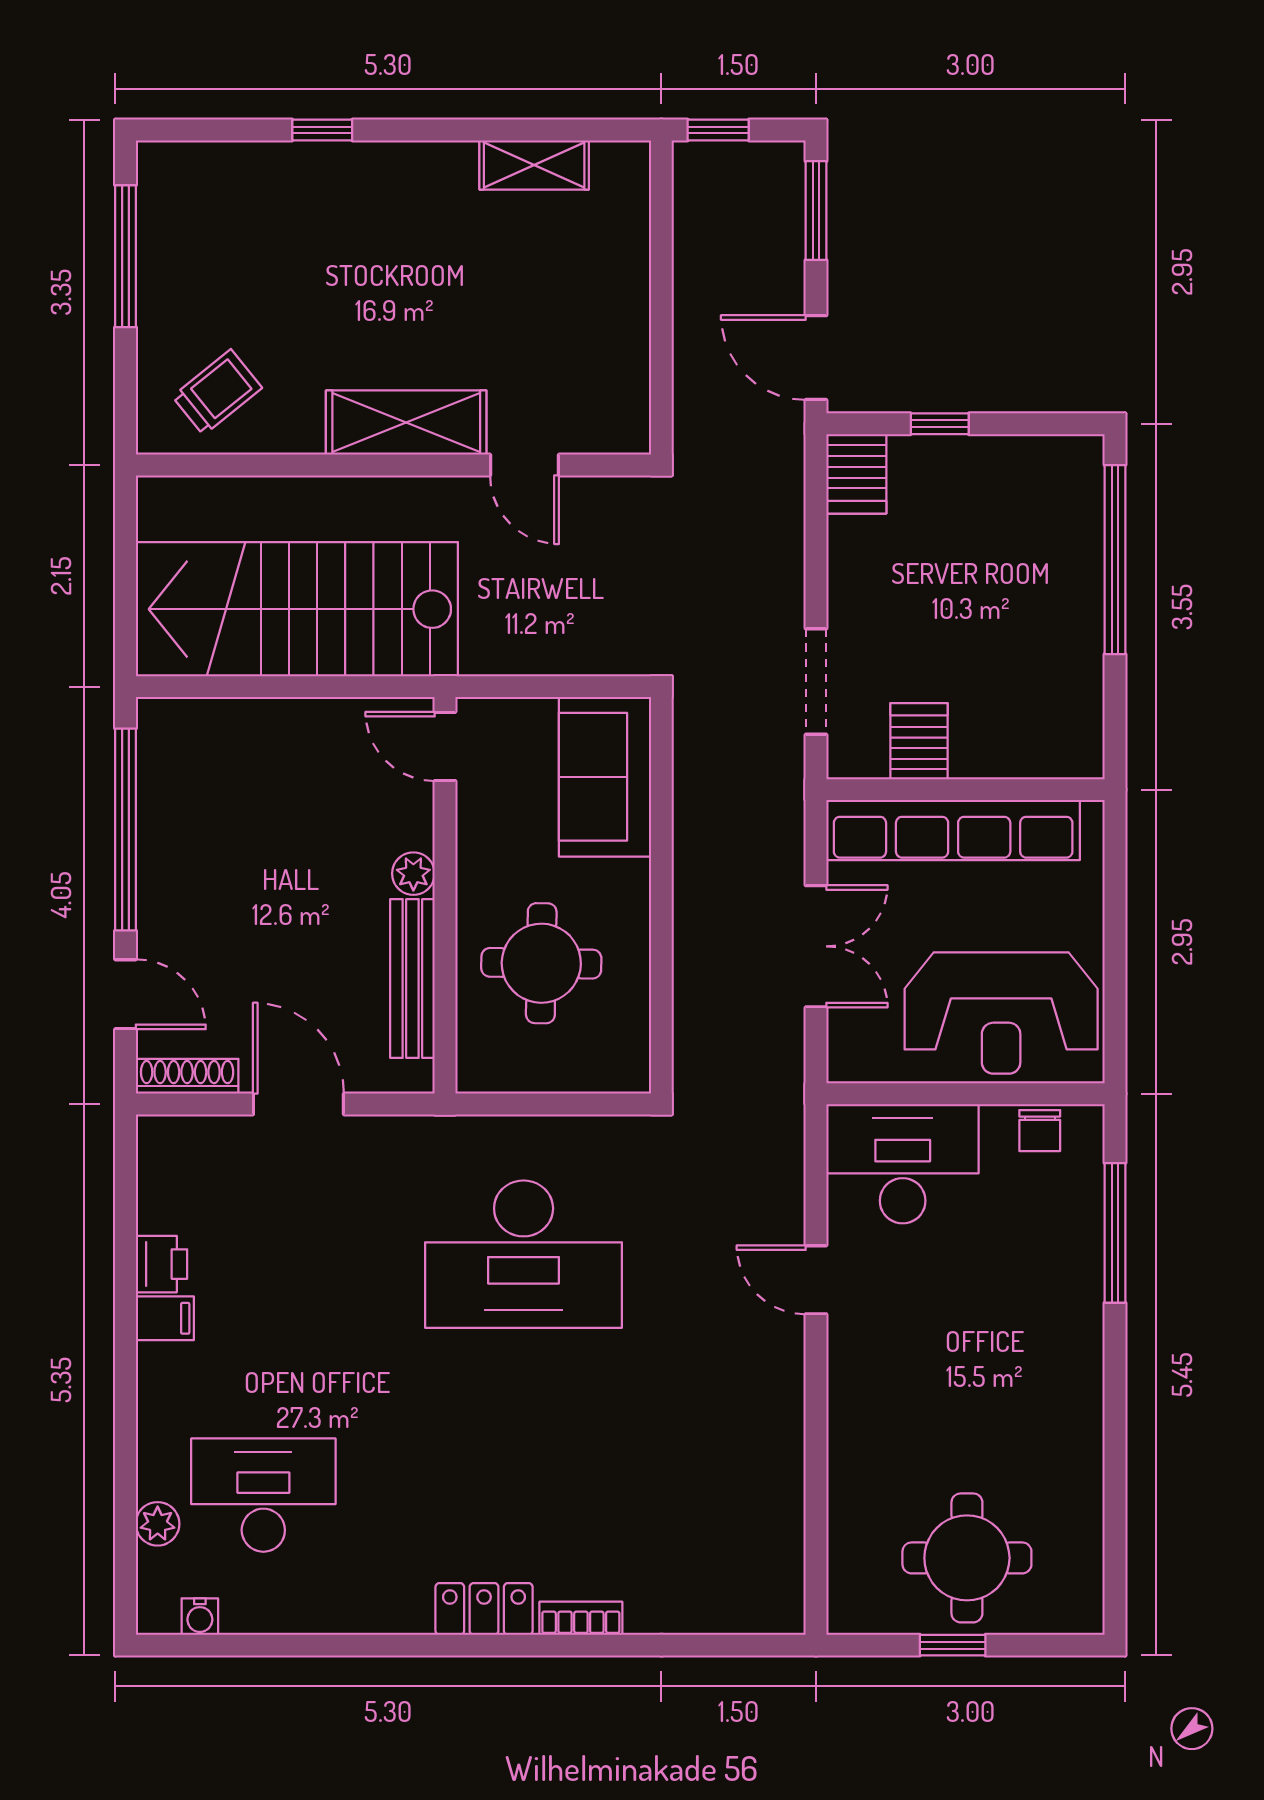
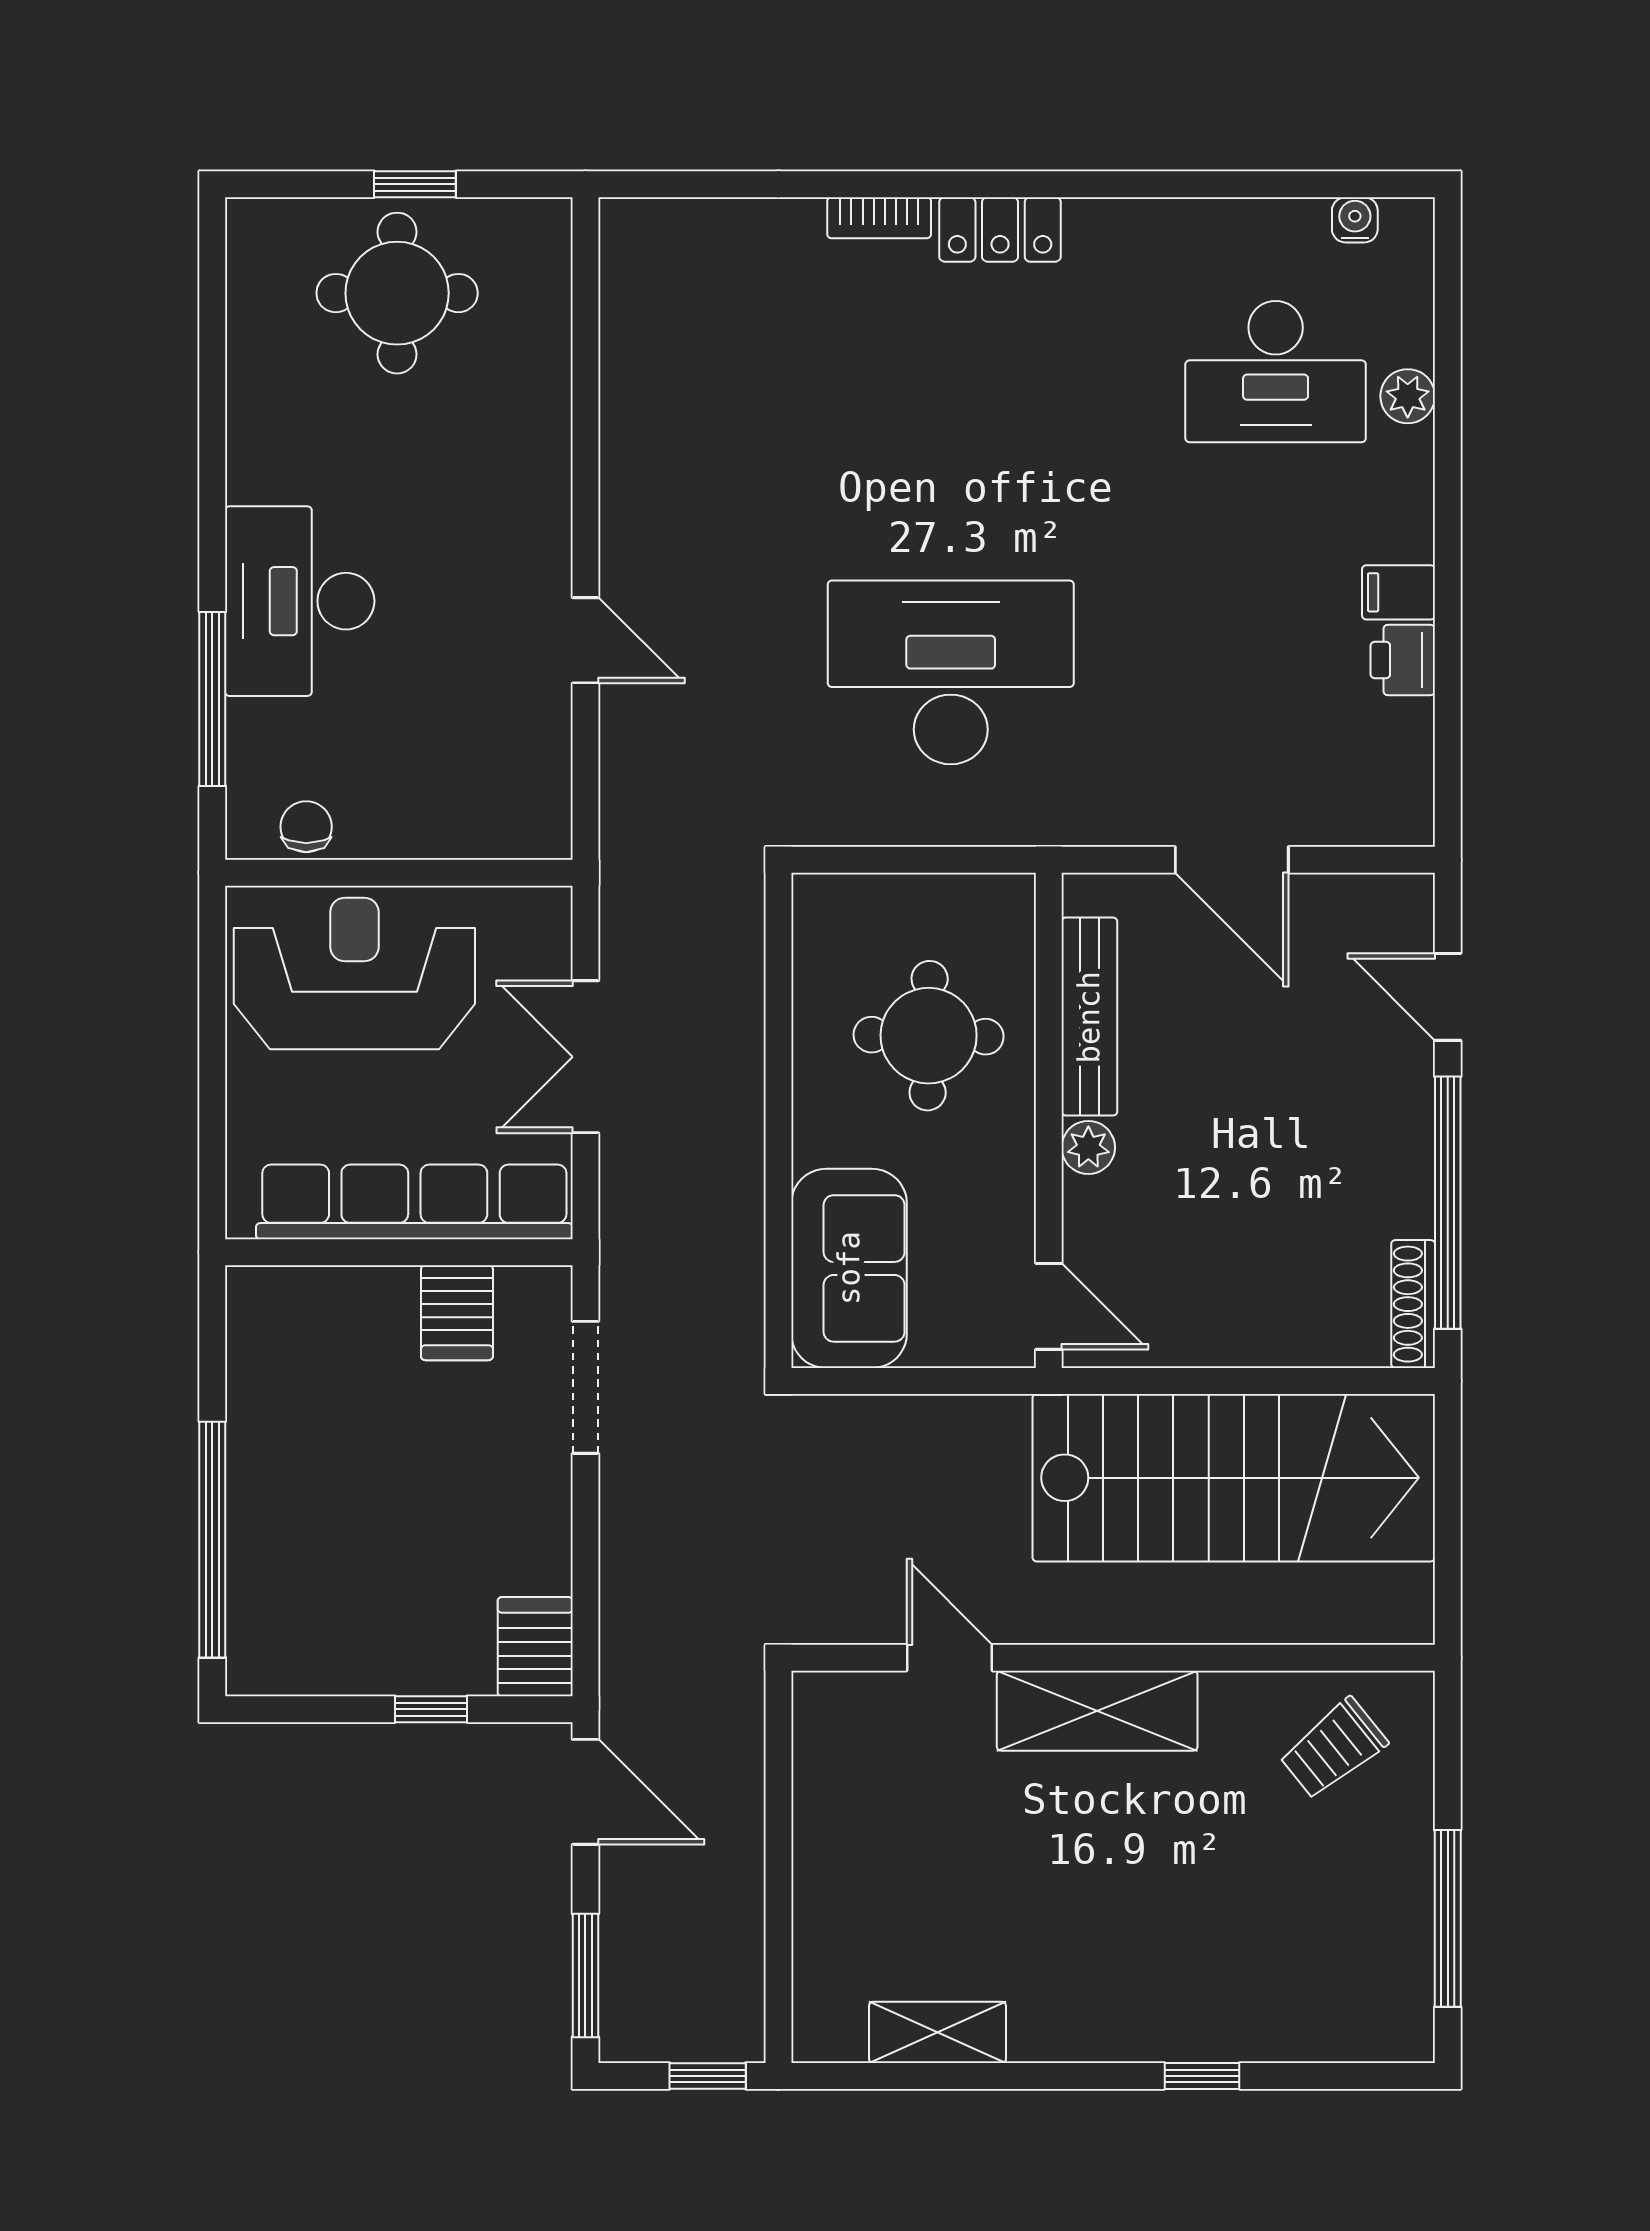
shoe rack: (187, 1076) -> (1413, 1304), moved, turned 90
desk: (903, 1164) -> (300, 601), moved, turned 90
plant: (158, 1524) -> (1408, 396), moved

